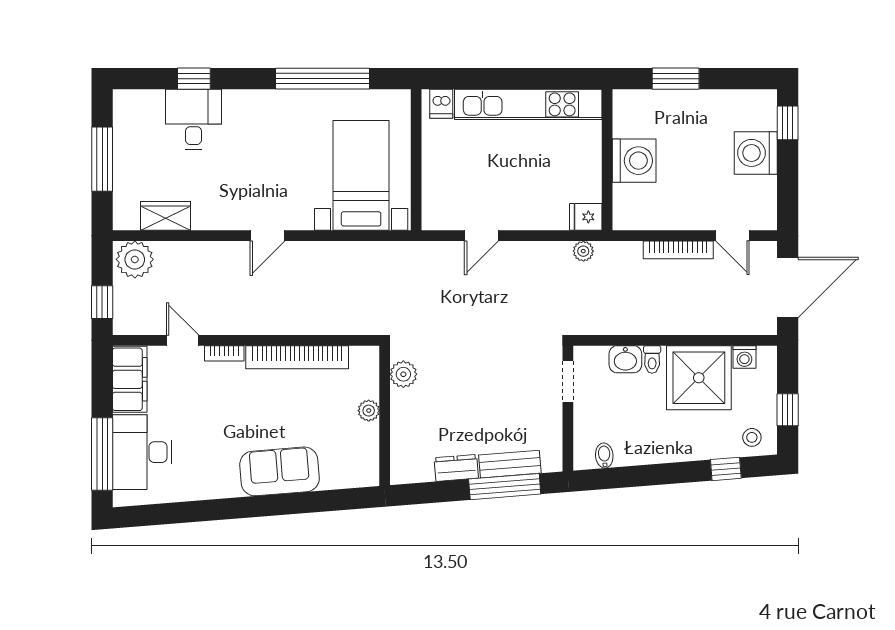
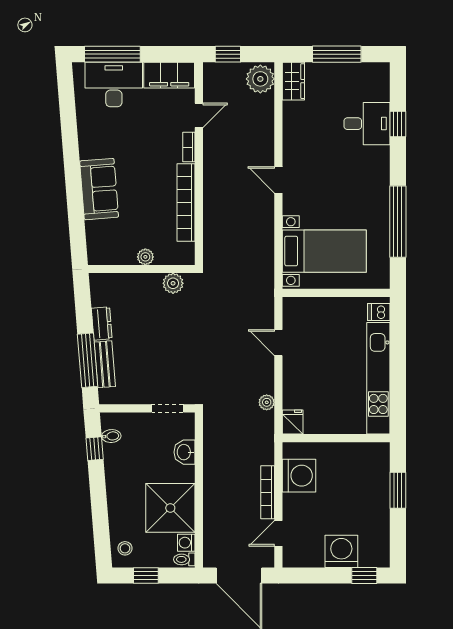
washing machine: (634, 161) -> (299, 476), moved, turned -90
wardrobe: (166, 216) -> (293, 81), moved
plant: (583, 251) -> (267, 402), moved
toilet: (652, 359) -> (184, 559), moved
window: (726, 469) -> (95, 449), moved

